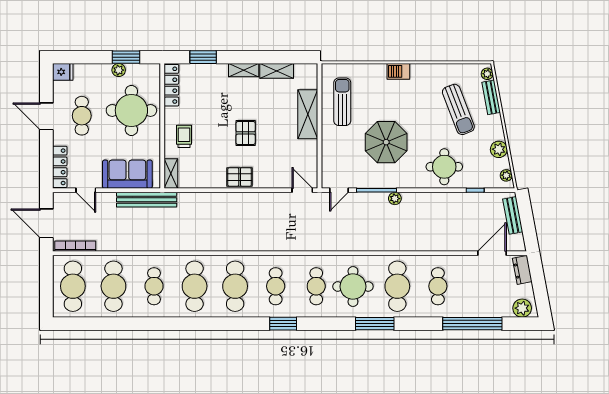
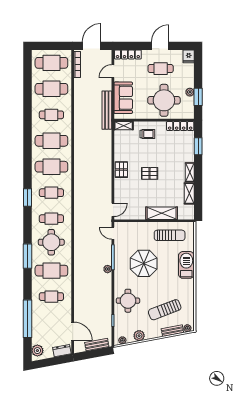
barbecue: (398, 71) -> (186, 265), width x1.88, depth x1.53

